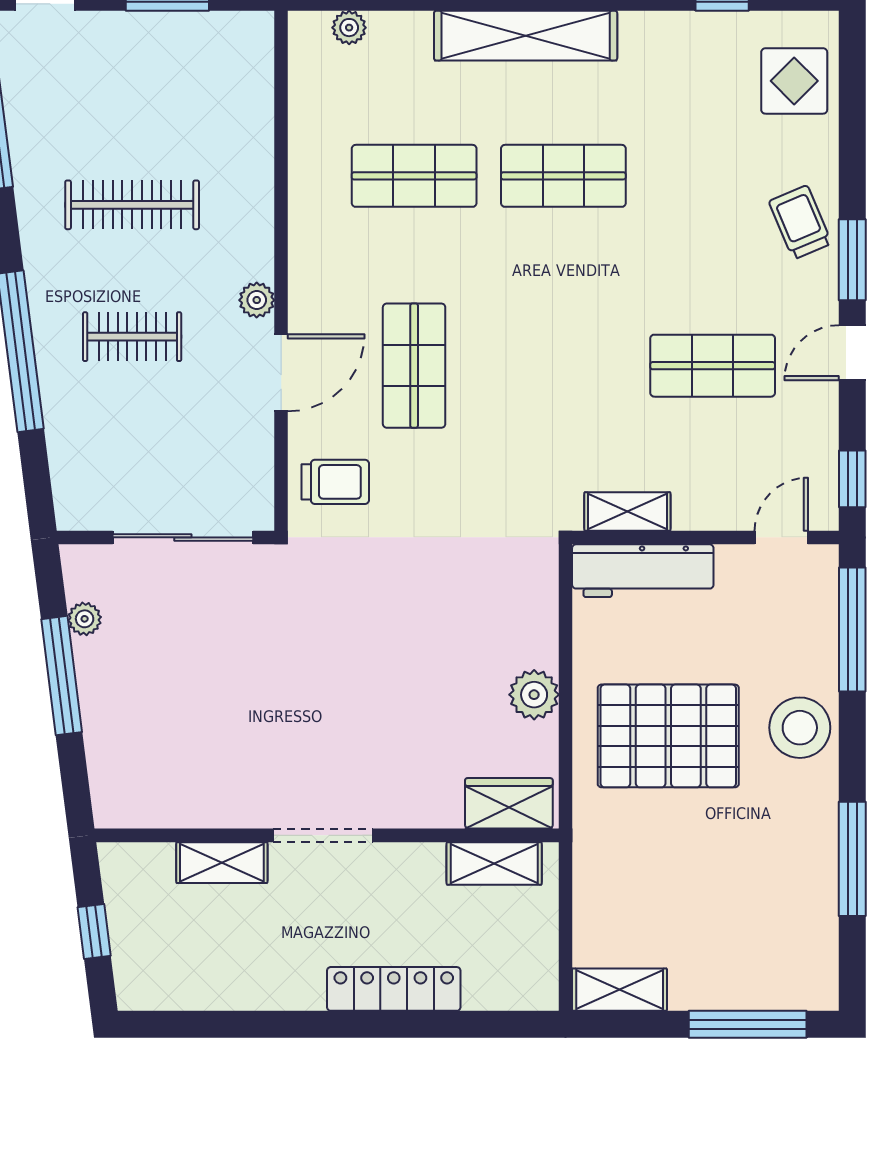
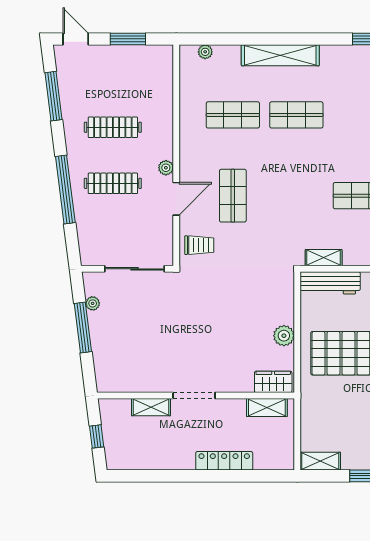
clothes rail: (132, 337) -> (113, 183), width x1.36

